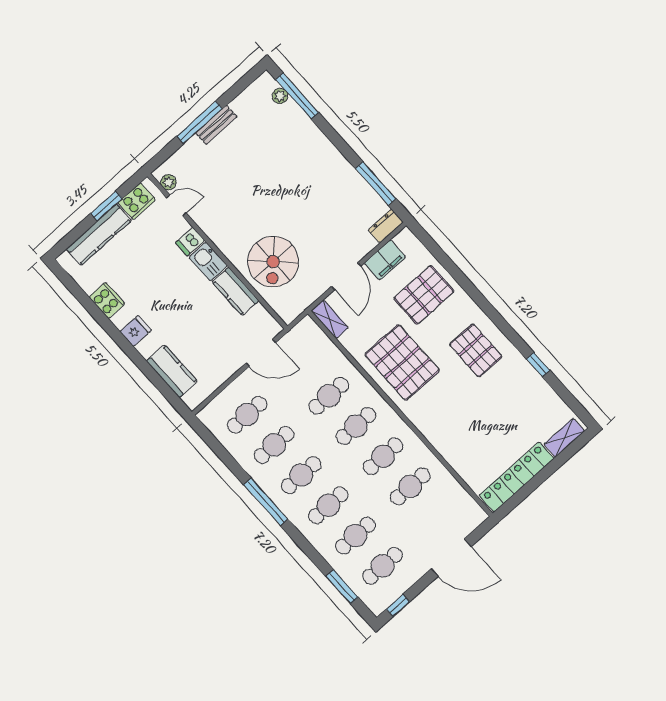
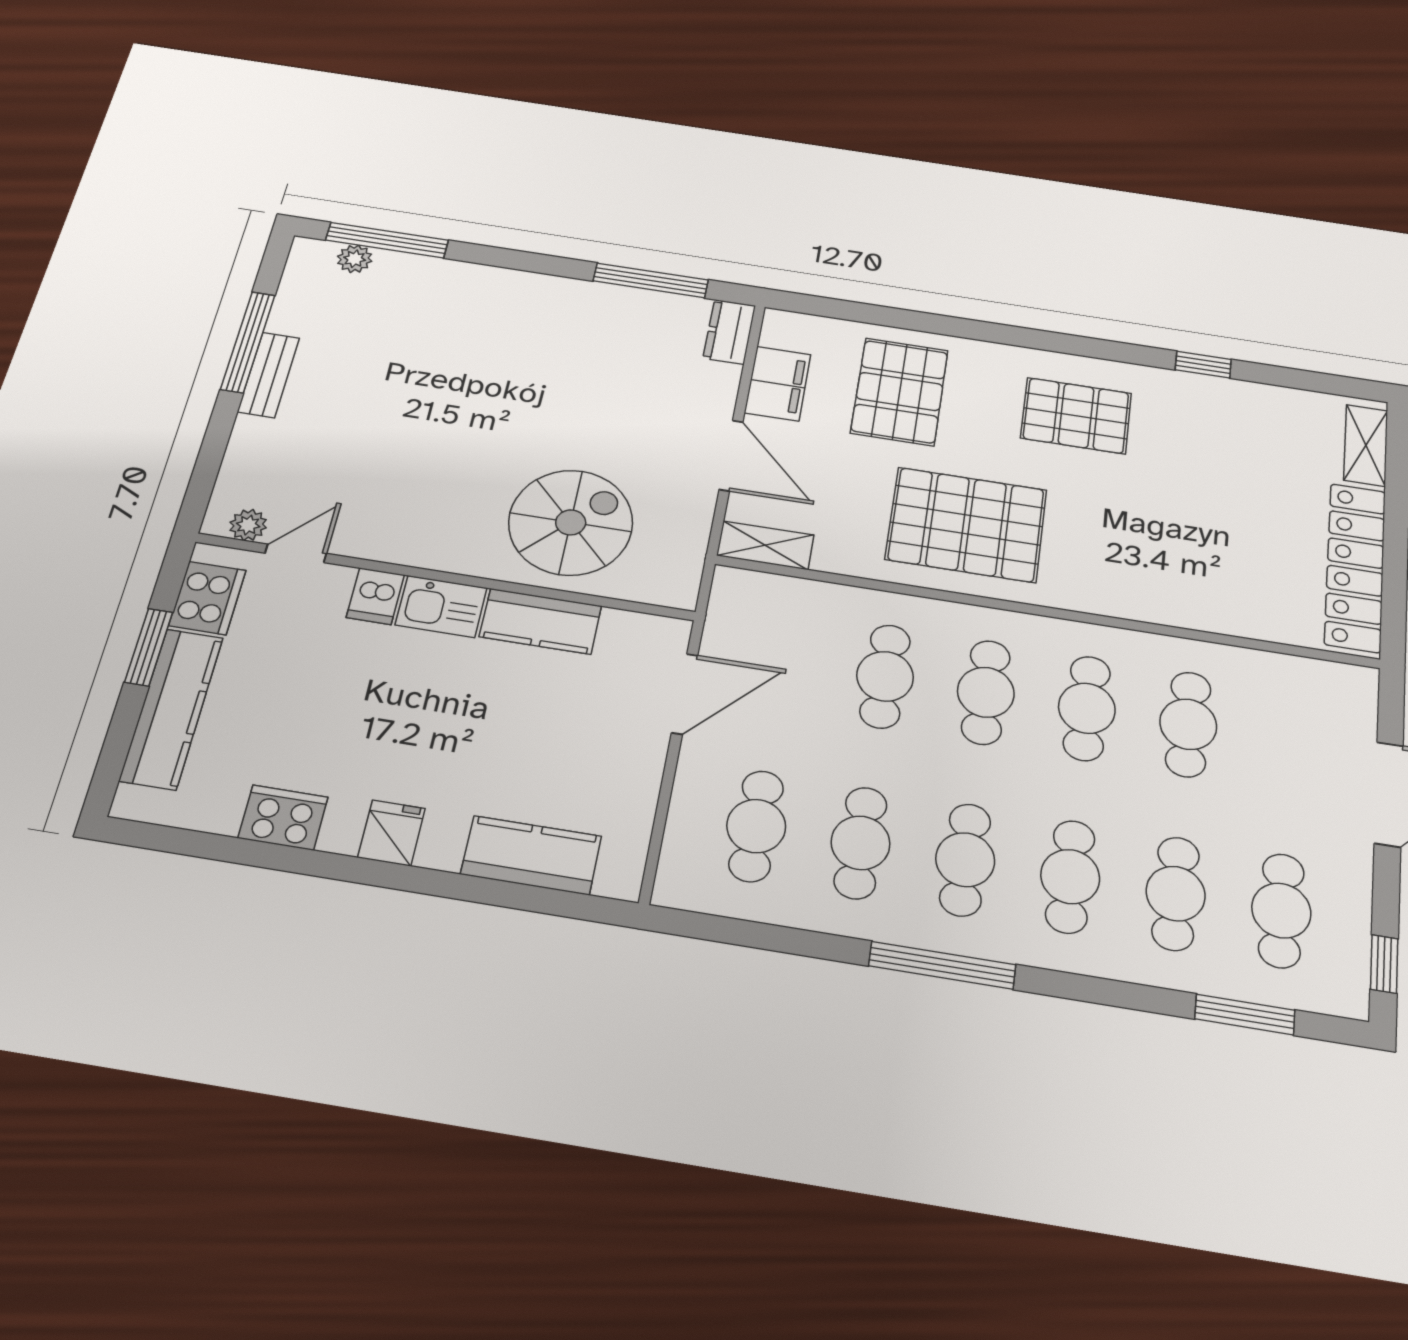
window: (200, 122) -> (248, 342), moved
spiral stairs: (273, 262) -> (571, 522), turned -90

